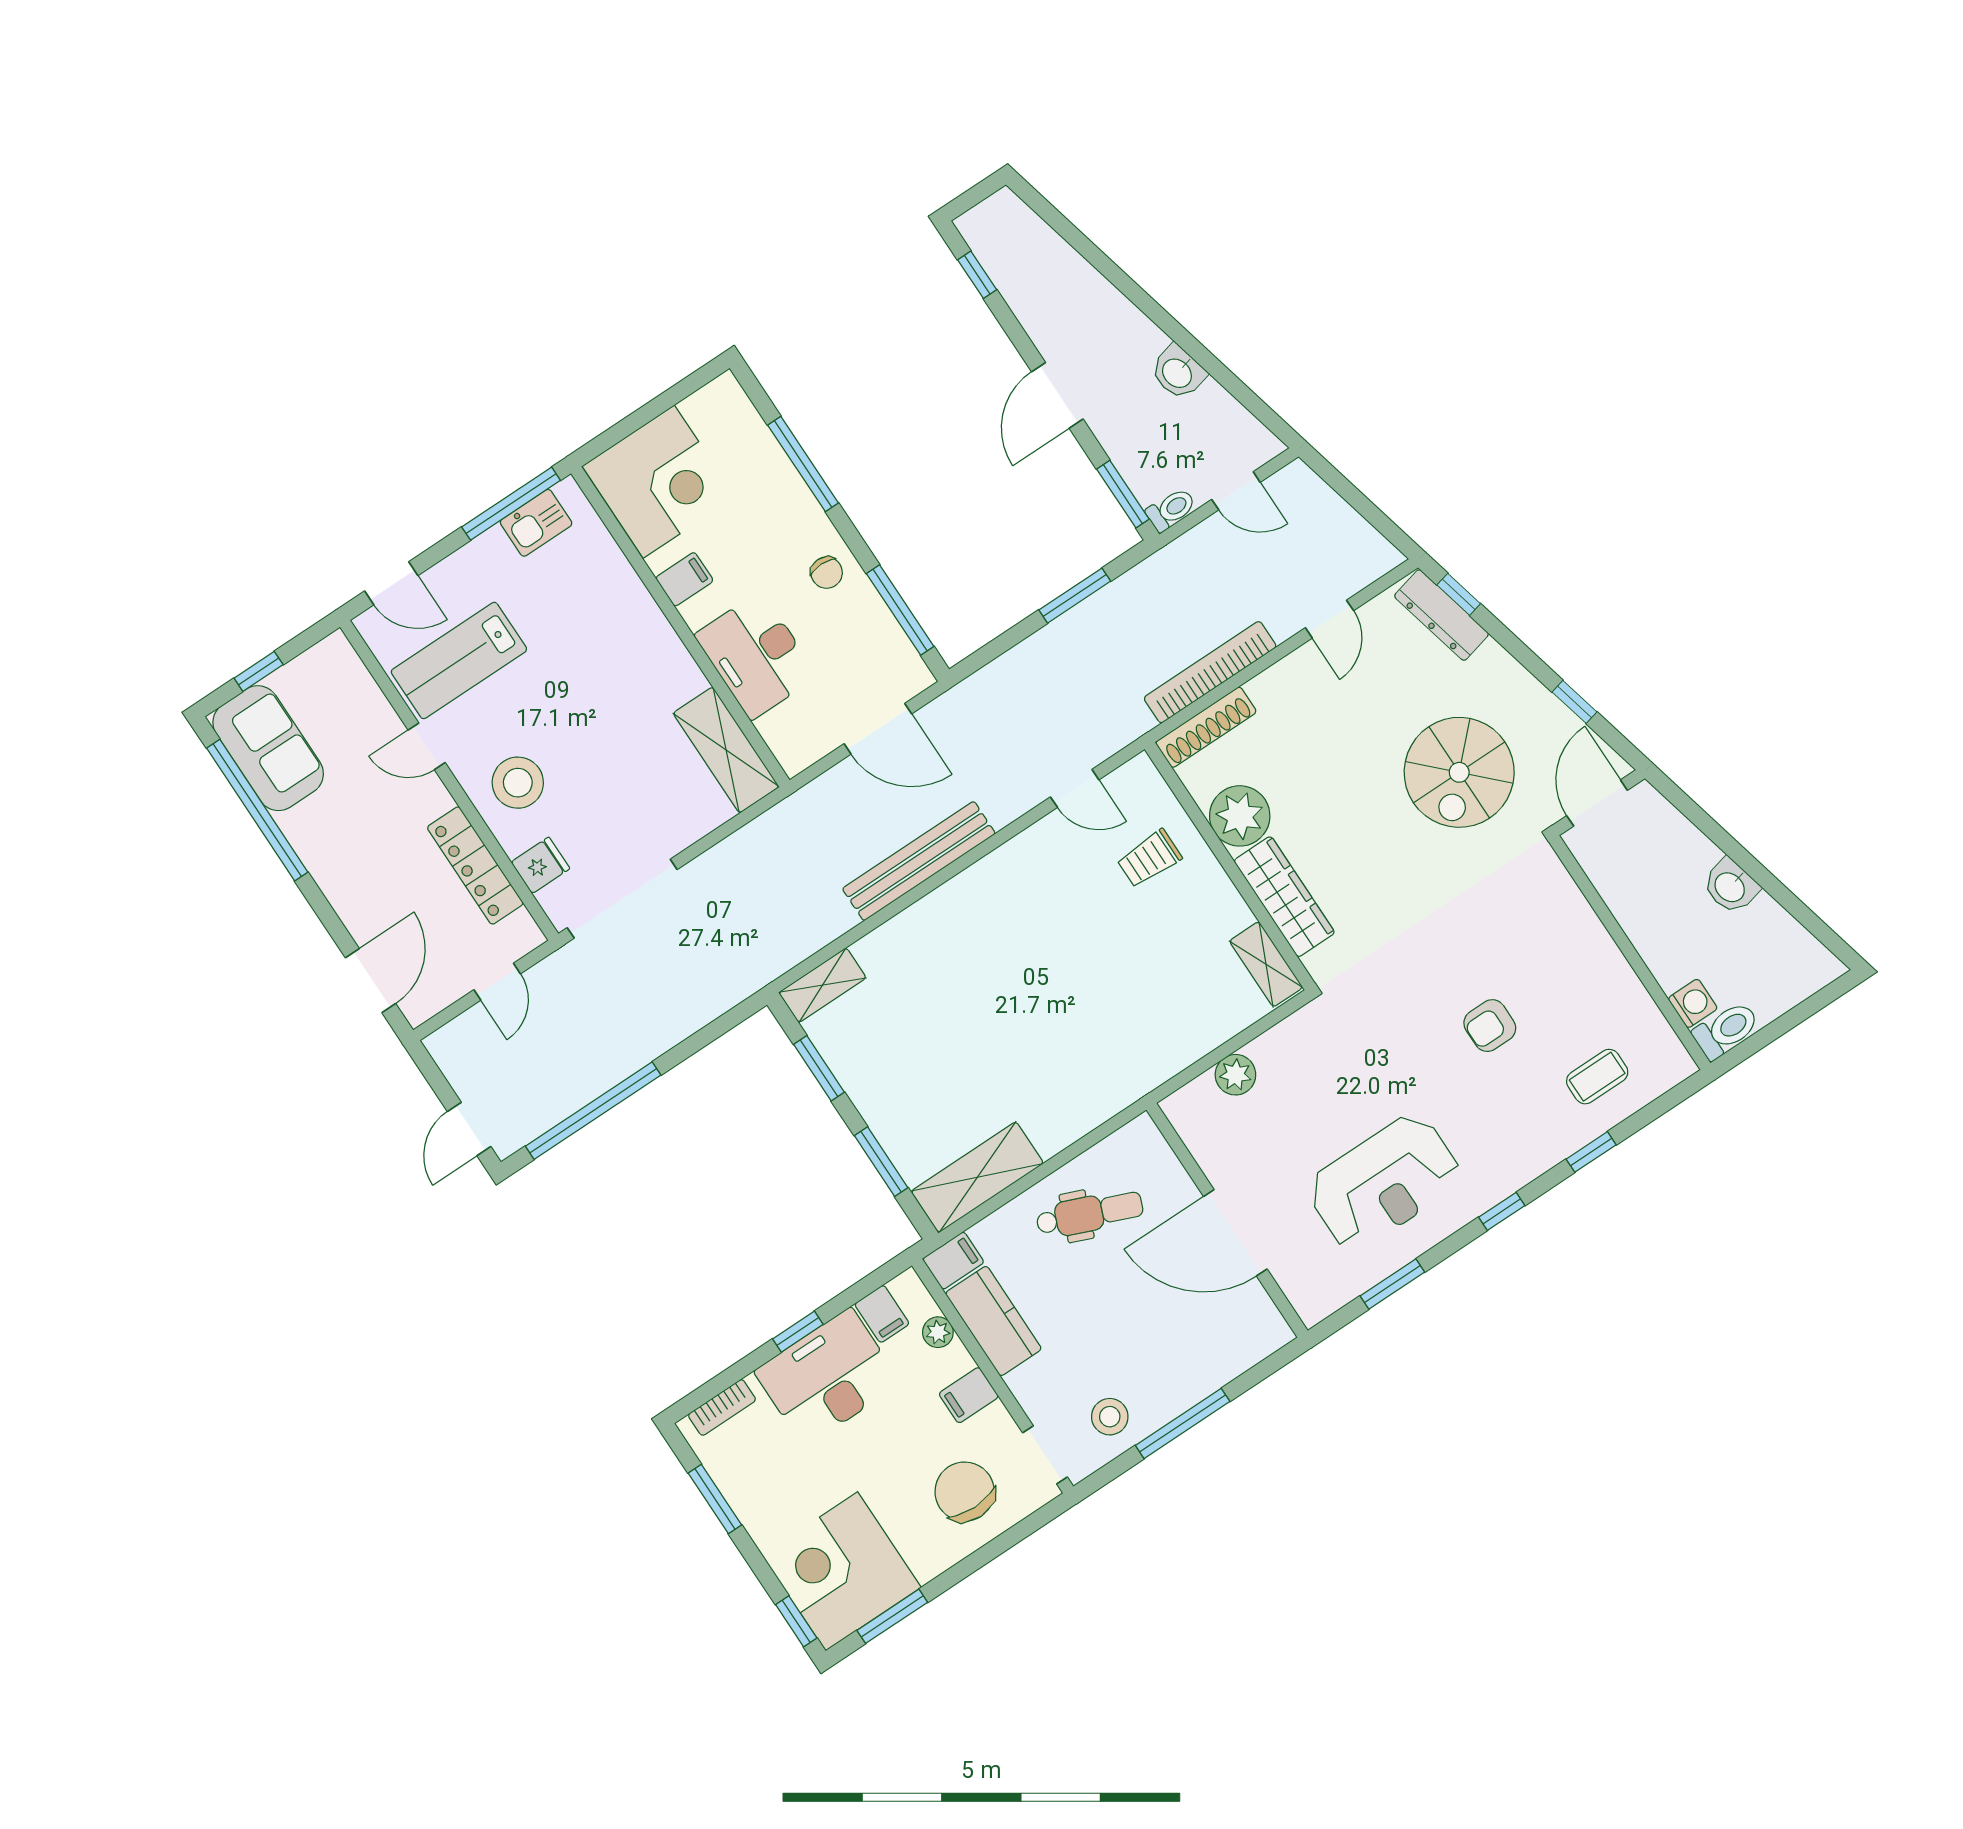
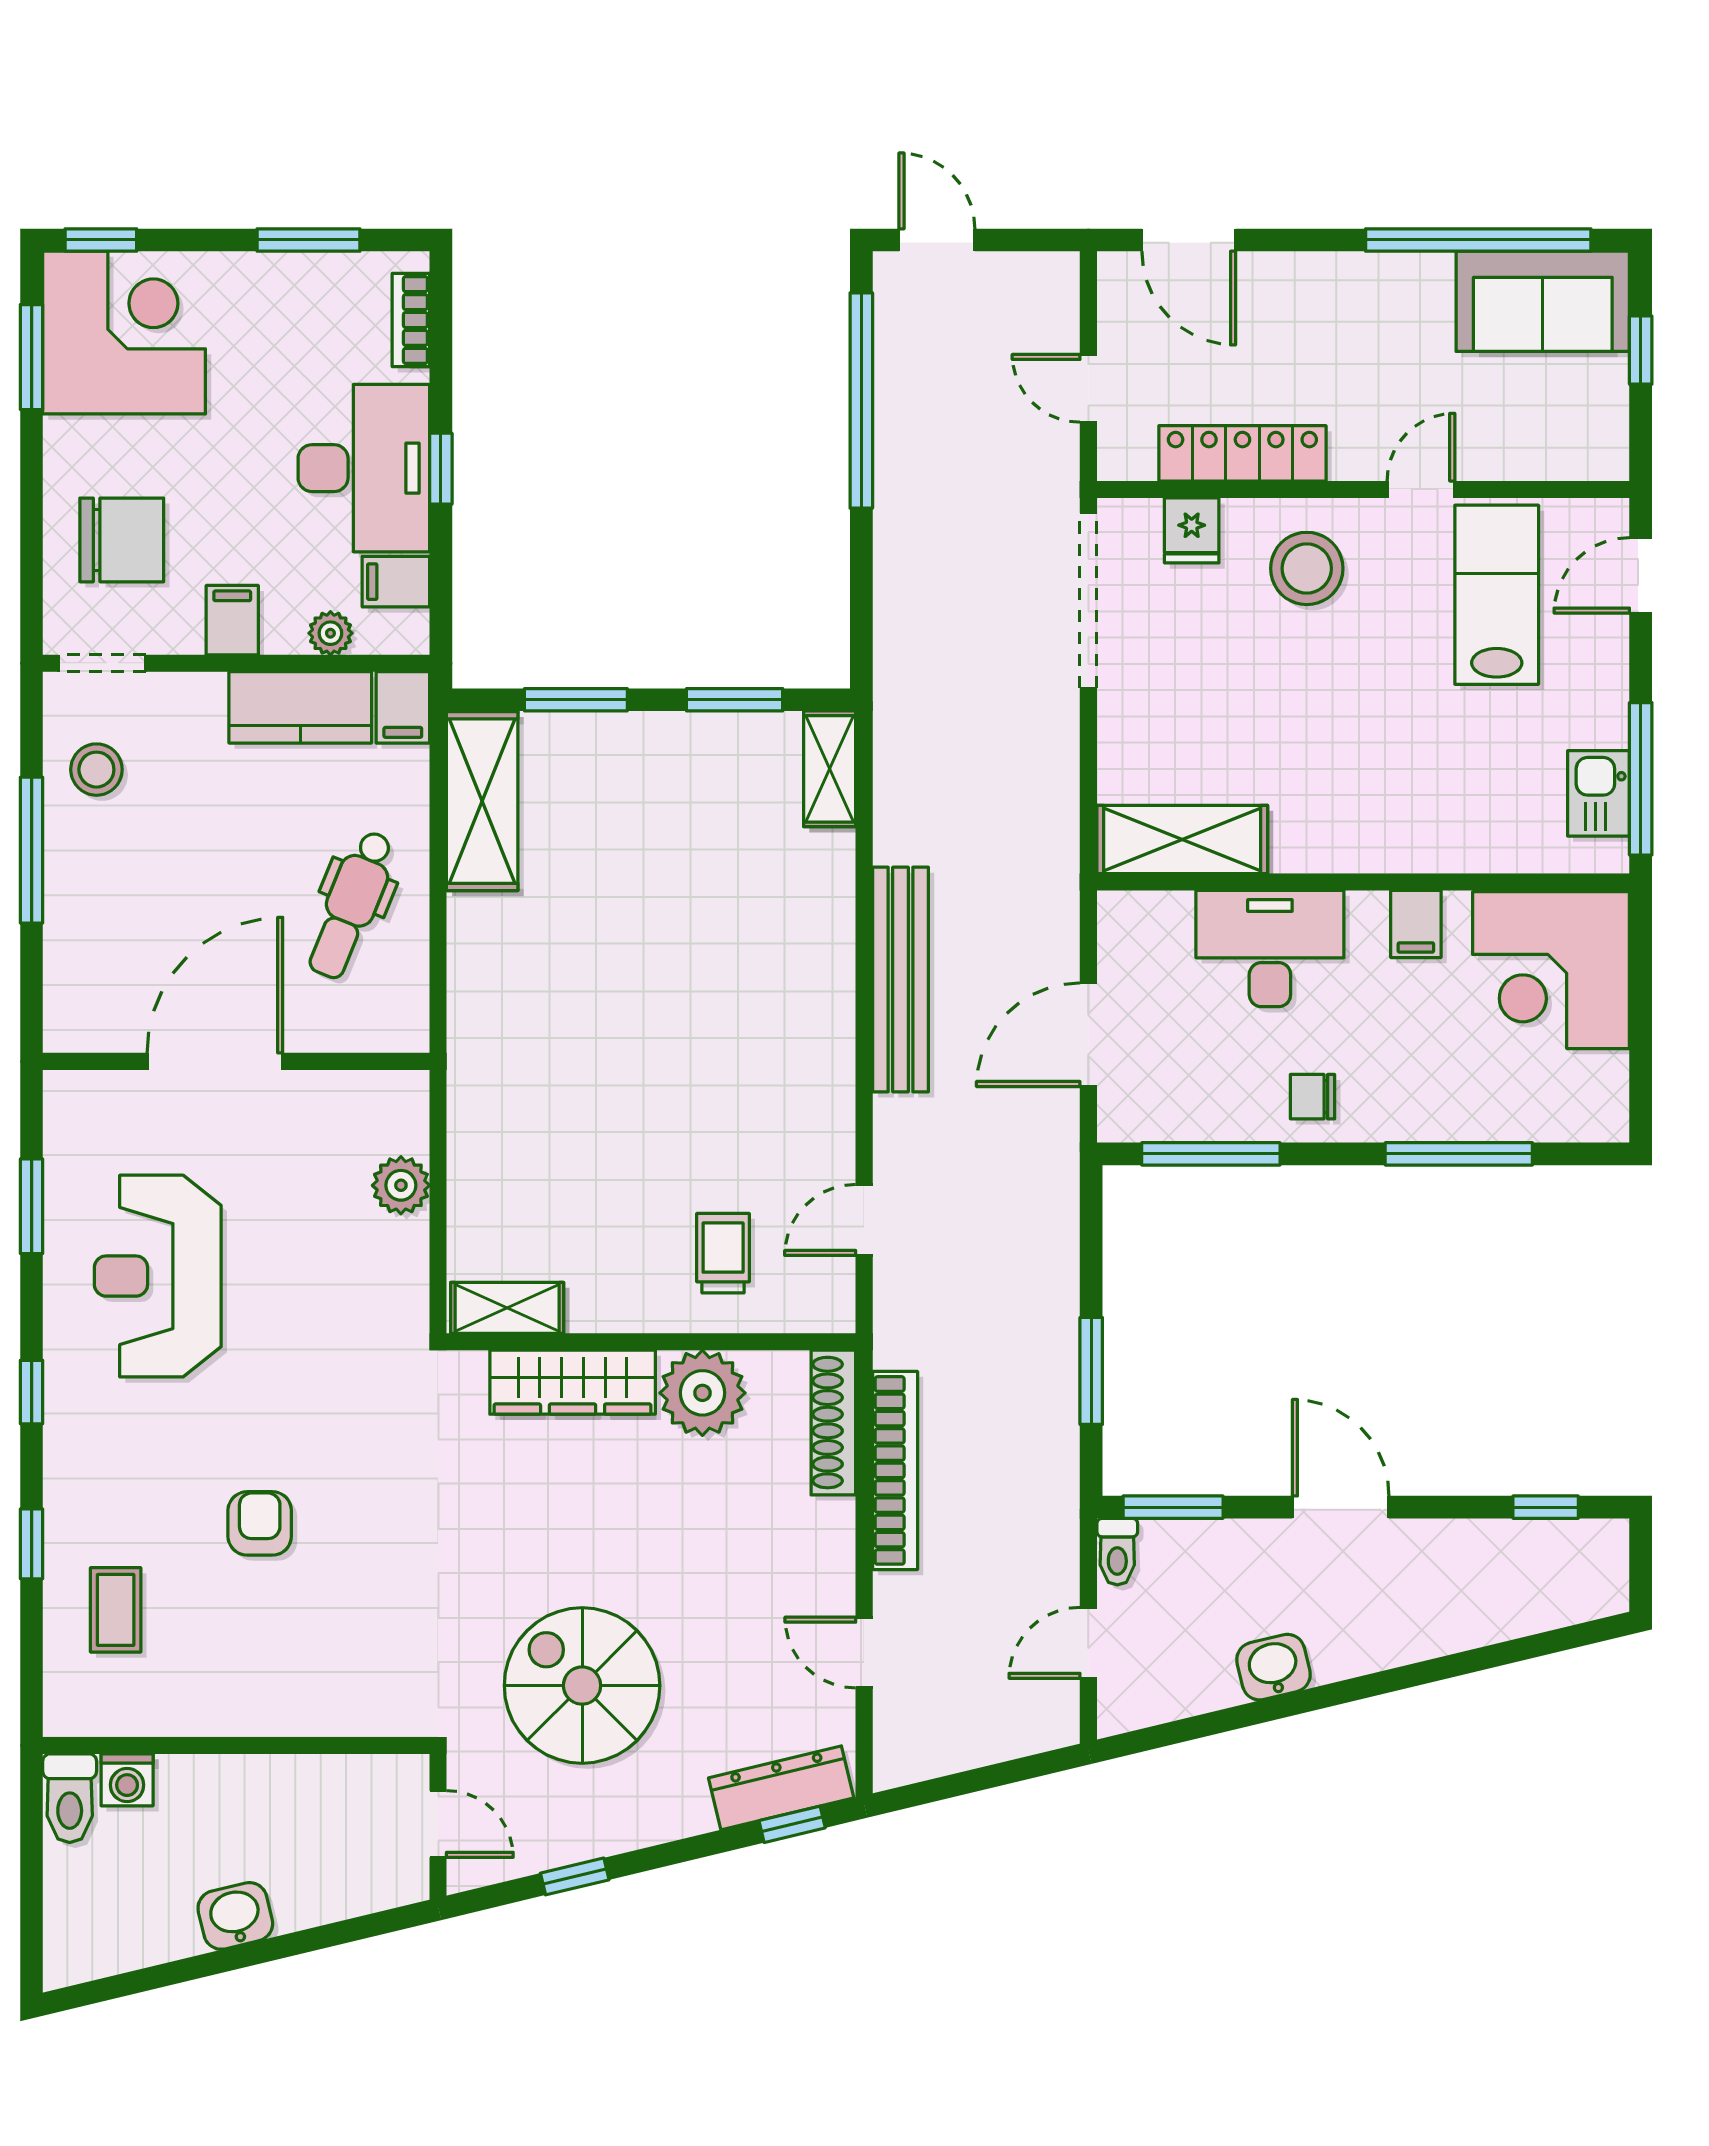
door: (1597, 803) -> (438, 1824), width x0.73

